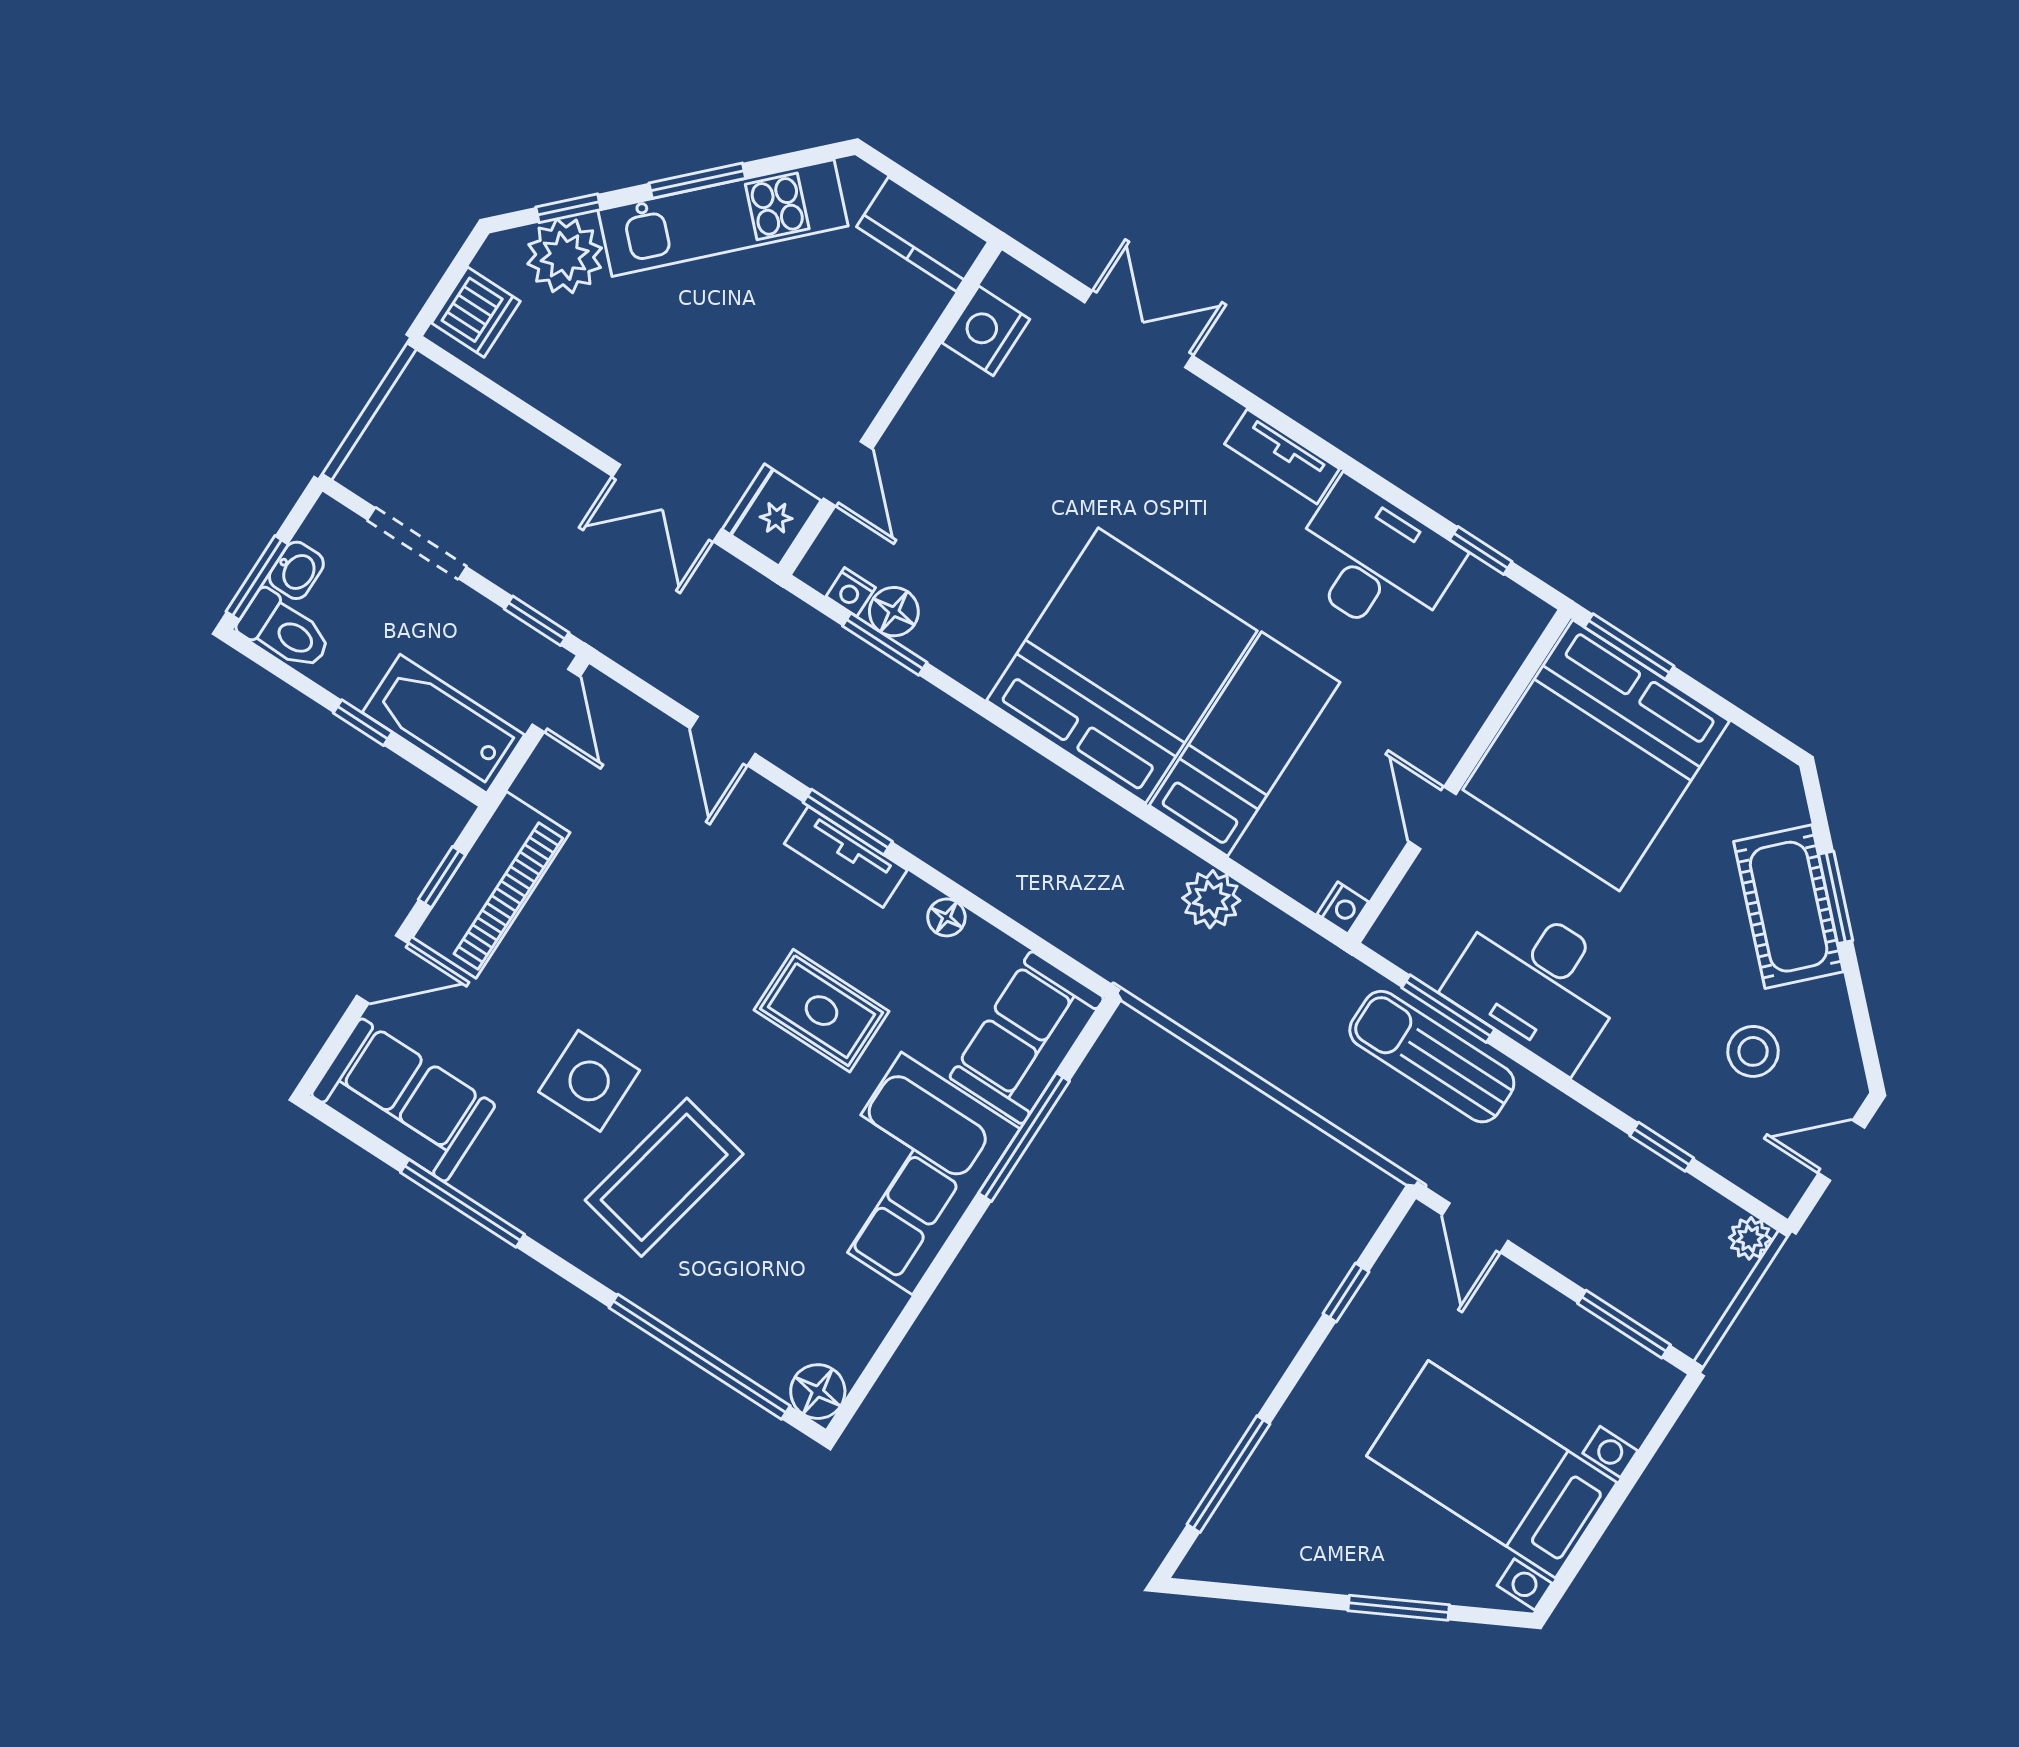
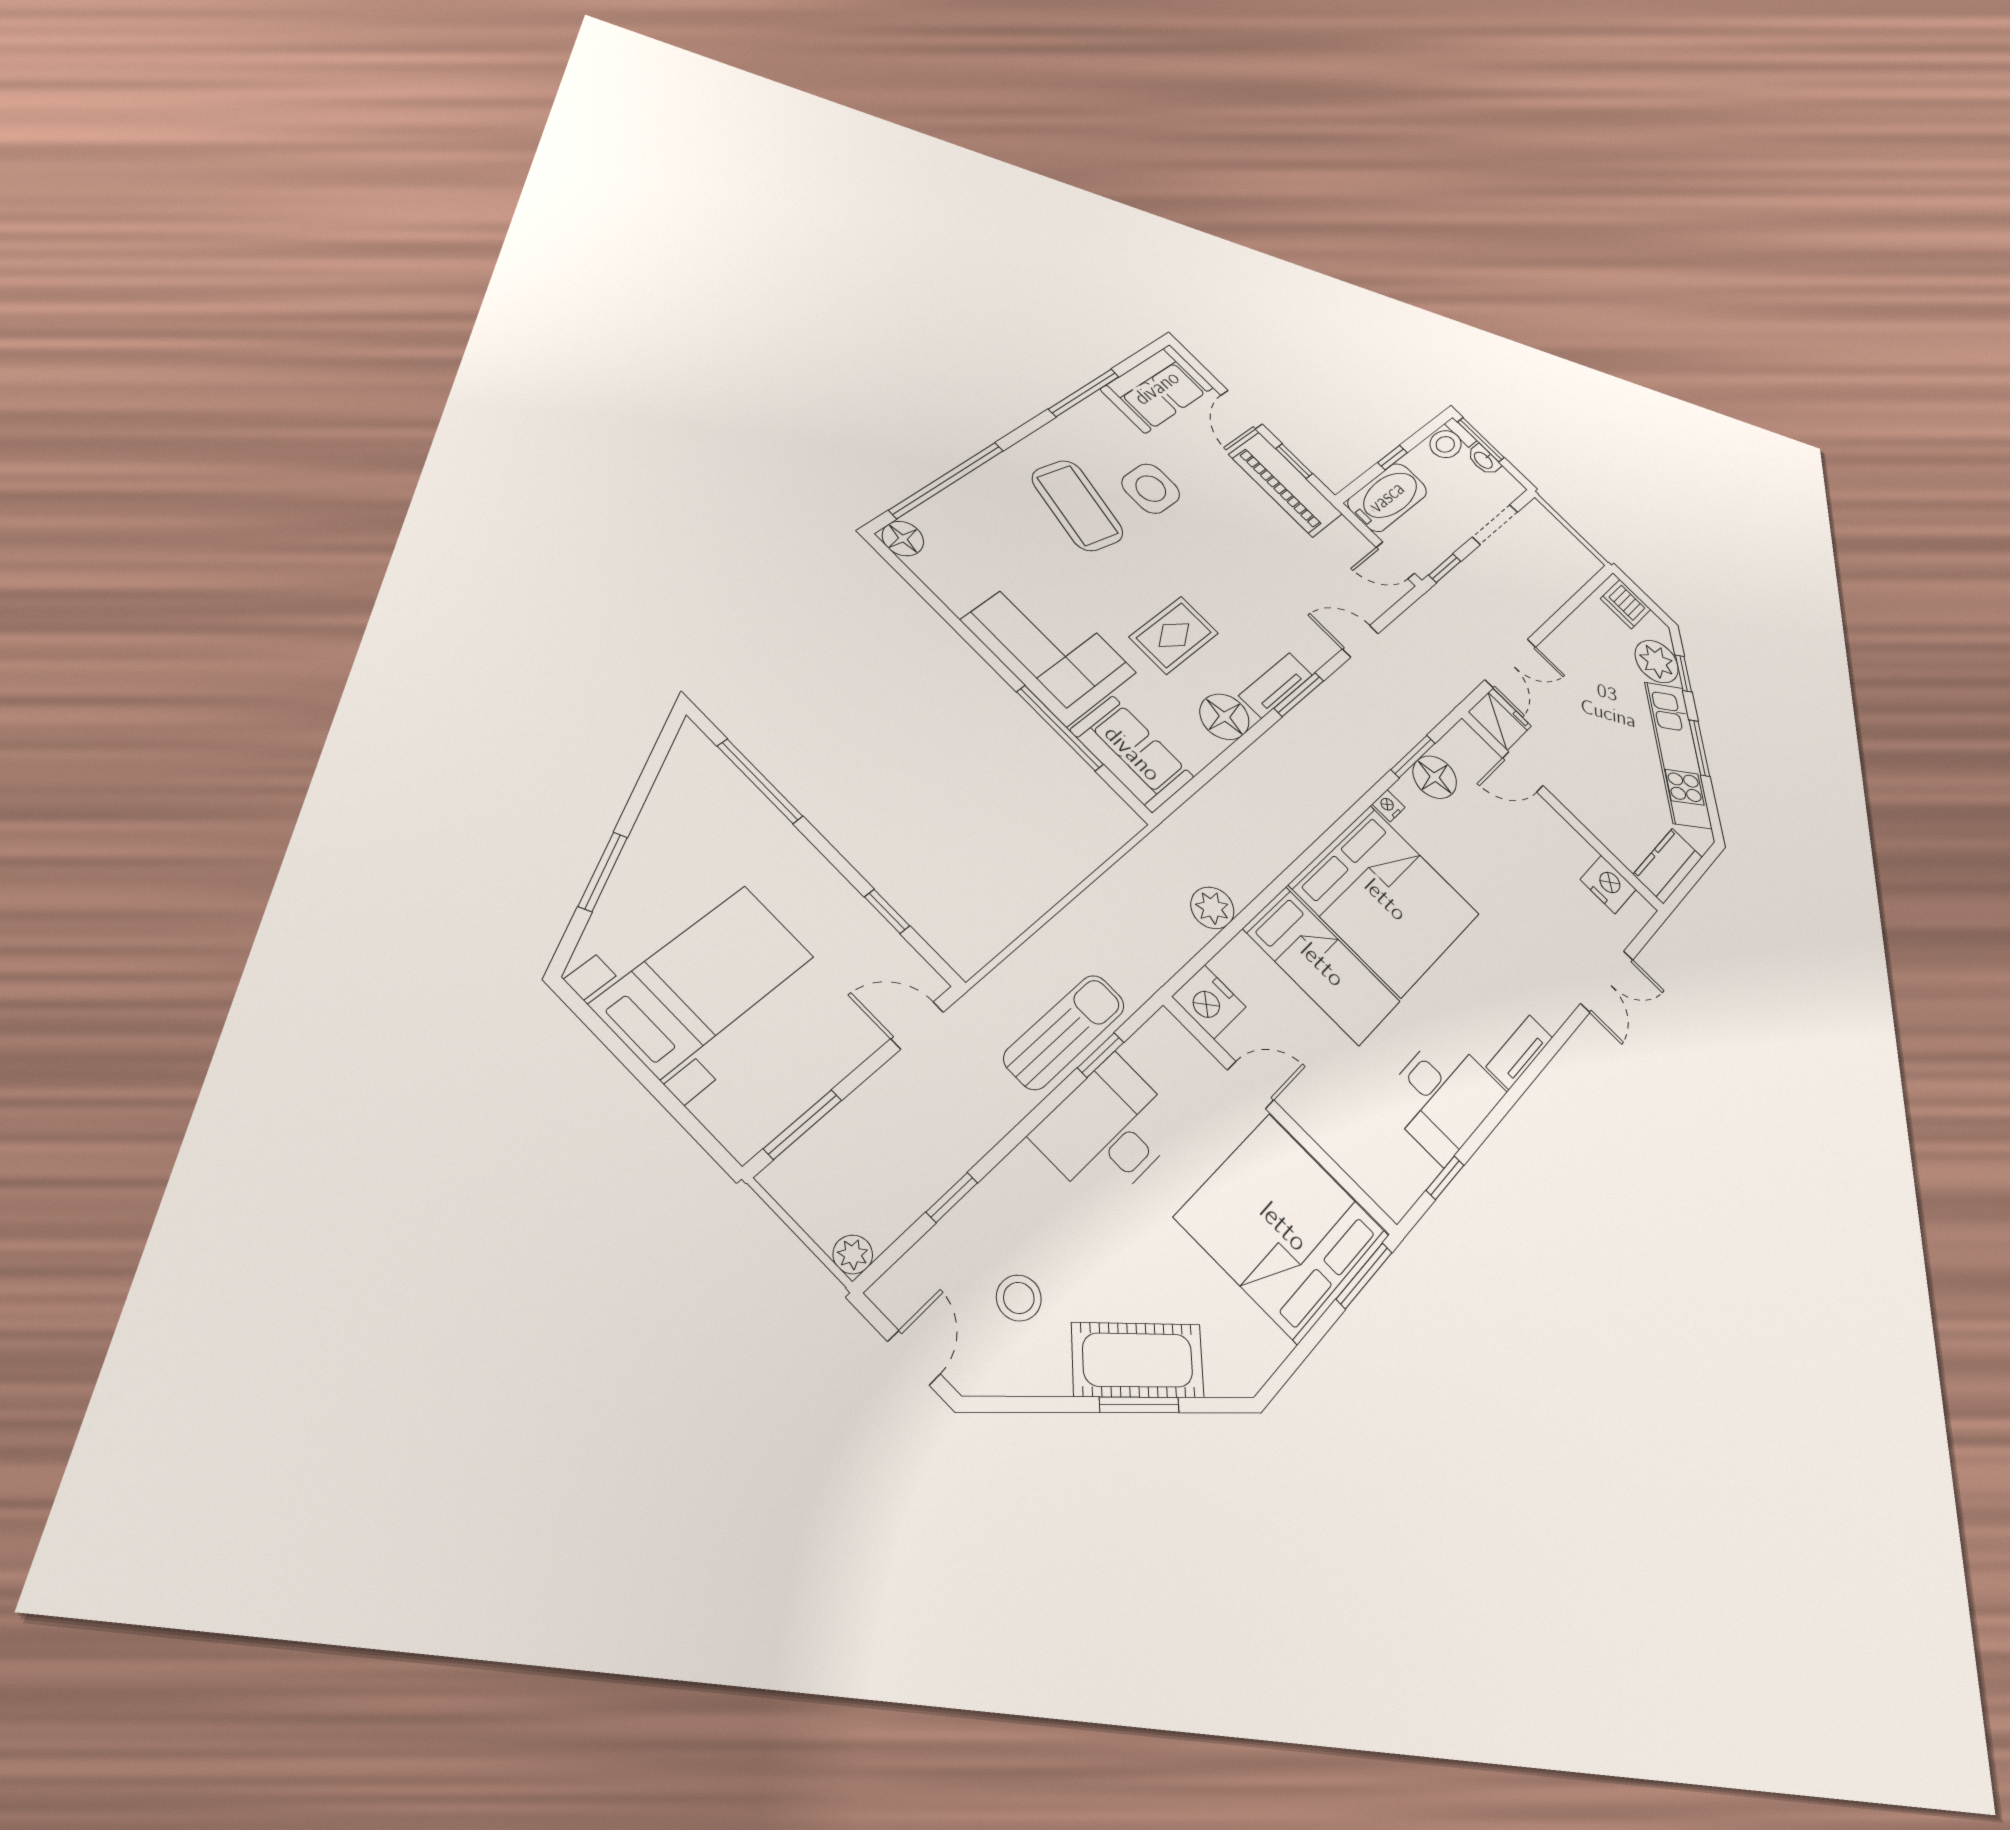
double door: (667, 503) -> (1511, 663), swing flipped
nightstand: (851, 592) -> (1389, 806), moved
floor lamp: (894, 612) -> (1435, 777), width x1.38, depth x1.38
nightstand: (1343, 908) -> (1209, 1002), width x1.89, depth x1.79
floor lamp: (946, 917) -> (1224, 717), width x1.89, depth x1.89
window: (1448, 1009) -> (1101, 1055), width x0.67

